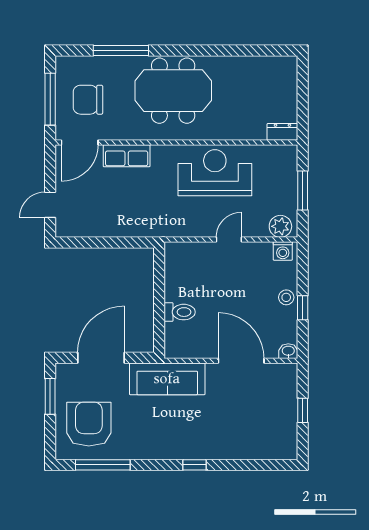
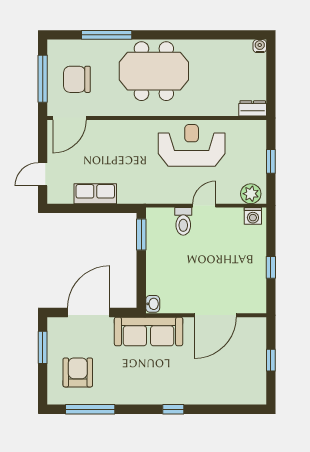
water cooler: (290, 63) -> (260, 46), added
row of seats: (127, 156) -> (95, 194), moved, turned 180
window: (303, 191) -> (271, 161), width x0.67
window: (159, 272) -> (141, 235), added
stool: (286, 297) -> (256, 258), removed
toilet: (180, 312) -> (183, 221), moved, turned 90
washbasin: (288, 351) -> (153, 304), moved, turned 90
door: (241, 361) -> (215, 315), swing flipped
armchair: (89, 424) -> (78, 372), width x0.73, depth x0.73

